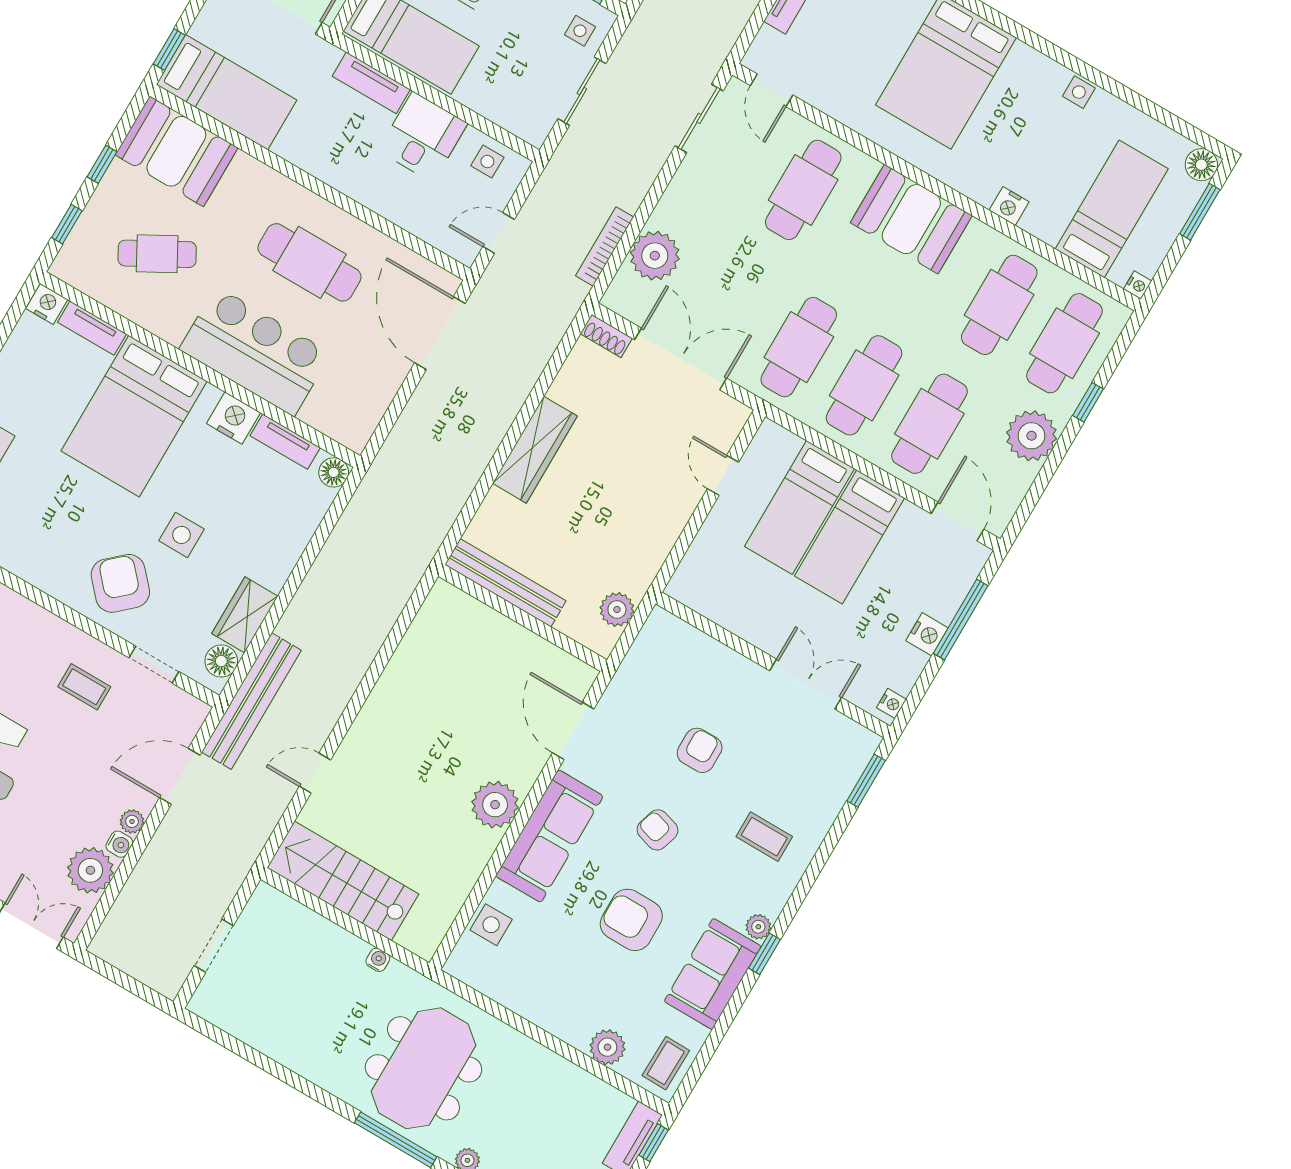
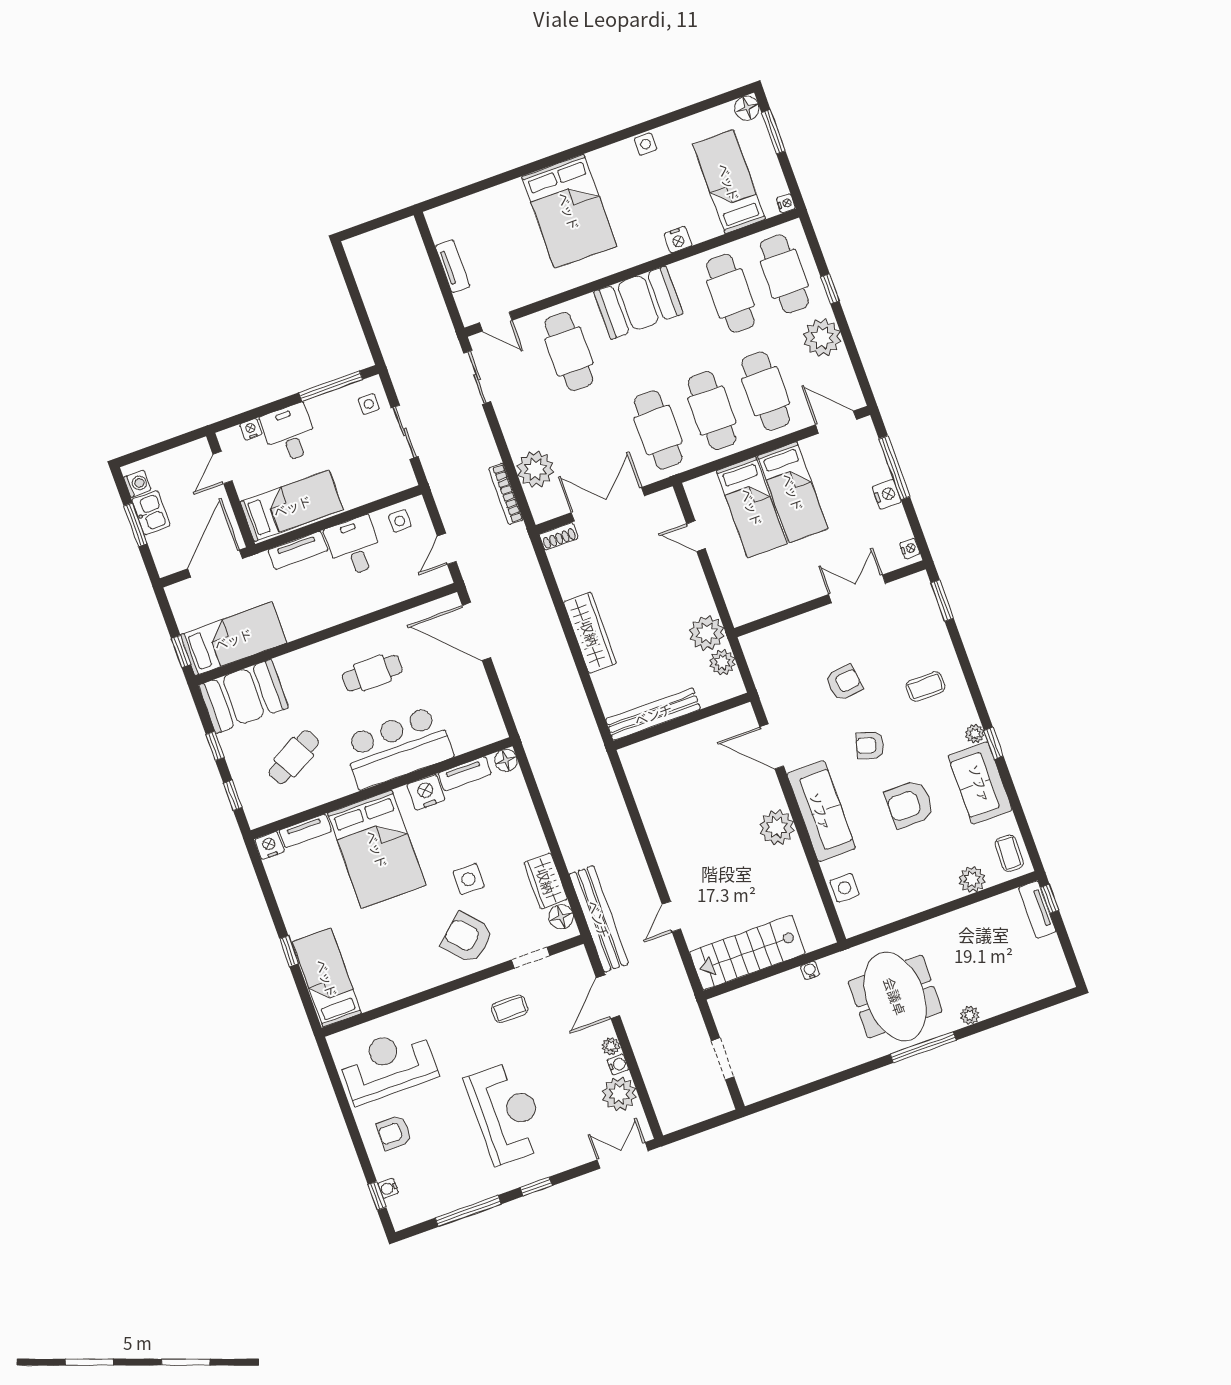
cafe table: (309, 262) -> (372, 673), width x0.73, depth x0.74
plant: (633, 569) -> (707, 633), added
armchair: (700, 750) -> (844, 682), turned 83

